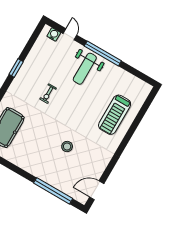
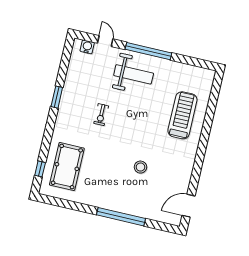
weight bench: (85, 69) -> (134, 74), turned -90
treadmill: (115, 115) -> (182, 115), turned 180
window: (53, 191) -> (121, 217), moved

